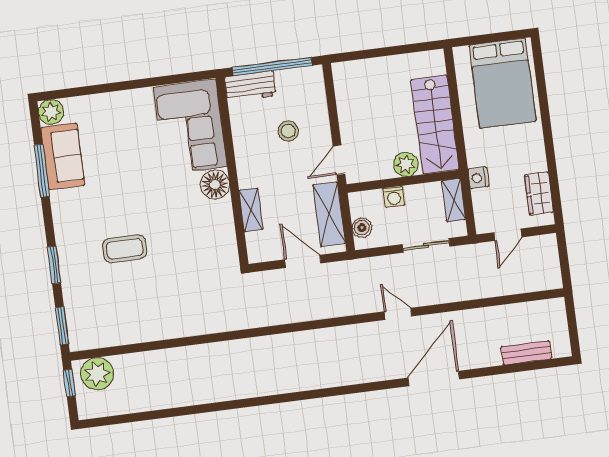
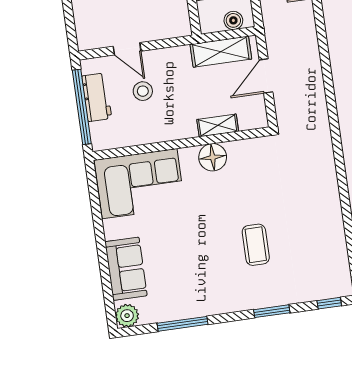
workbench: (250, 86) -> (97, 97), moved
sofa: (63, 156) -> (126, 269), moved, turned 90
door: (339, 160) -> (127, 49), moved
floor lamp: (215, 185) -> (213, 157), moved
window: (62, 326) -> (329, 303), width x0.67

